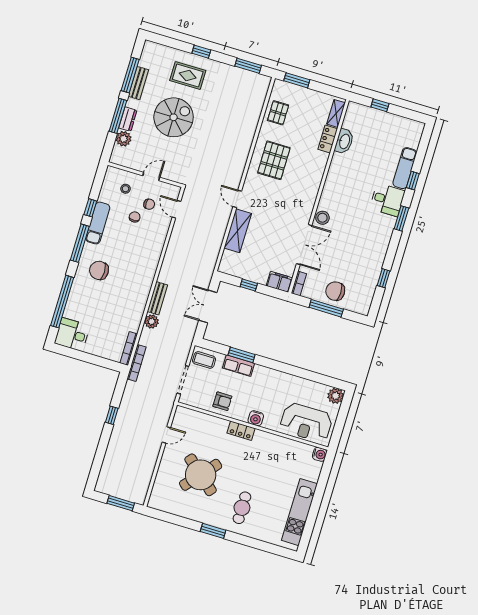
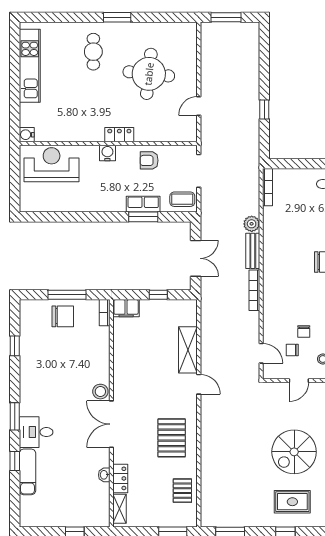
washbasin: (344, 141) -> (104, 475), width x0.52, depth x0.69
double door: (304, 245) -> (111, 424), moved
bookcase: (137, 363) -> (254, 290), moved
plant: (336, 396) -> (28, 203), removed
round table: (201, 475) -> (149, 74), turned -35

